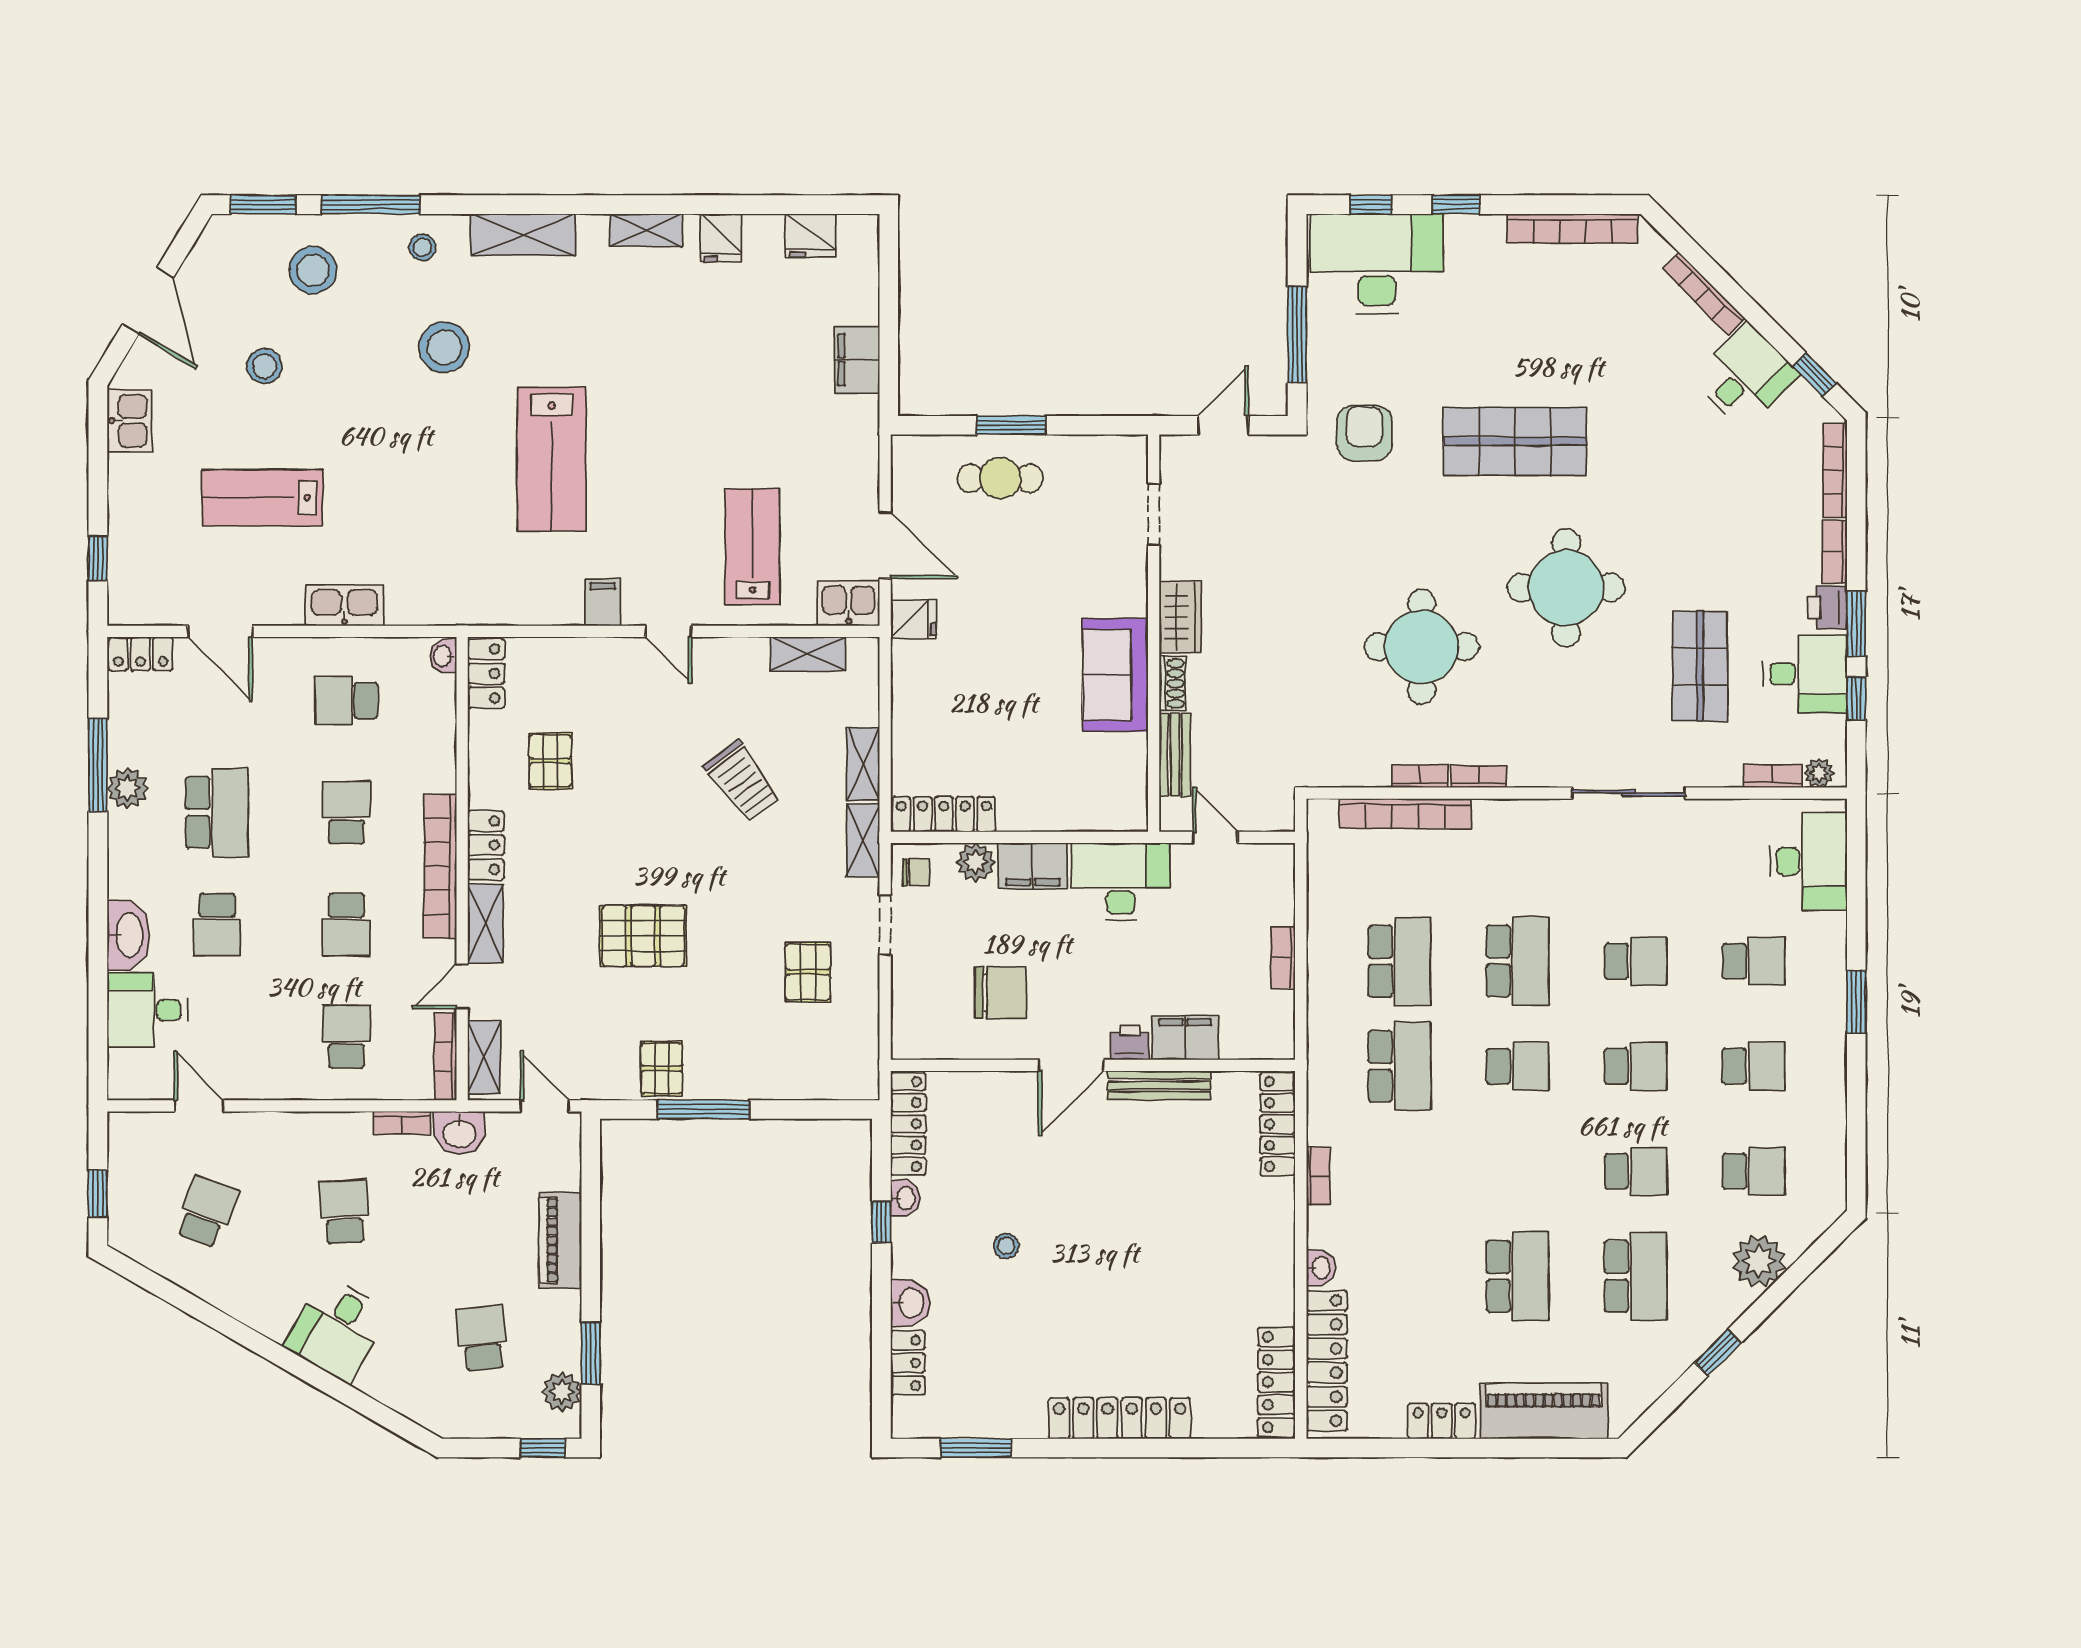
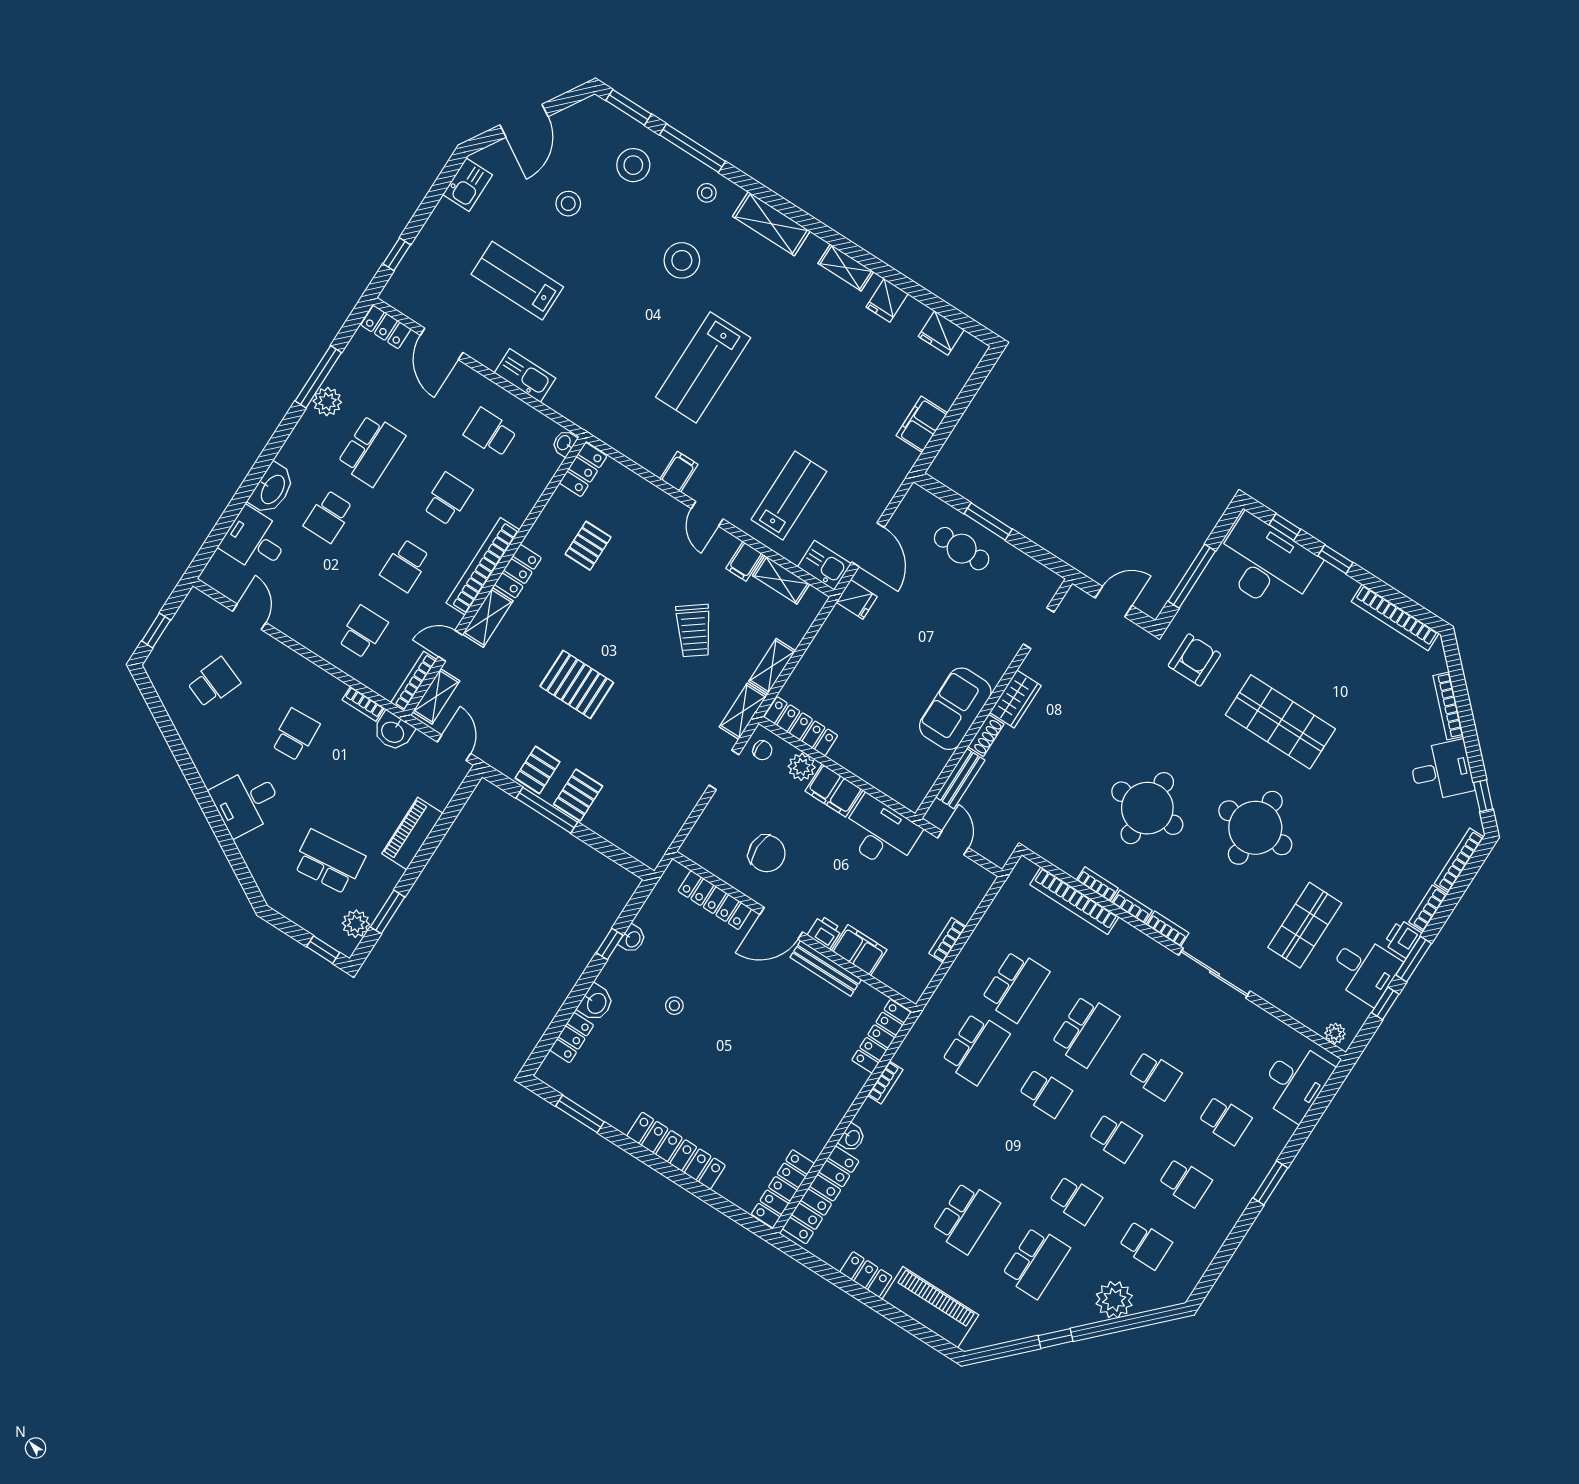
filing cabinet: (750, 660) -> (745, 561), added
bookcase: (1772, 776) -> (1167, 929), moved
pallet: (808, 972) -> (578, 795), moved
locker: (908, 1124) -> (715, 900), moved, turned 90
school desk: (482, 1338) -> (329, 862), width x1.85

